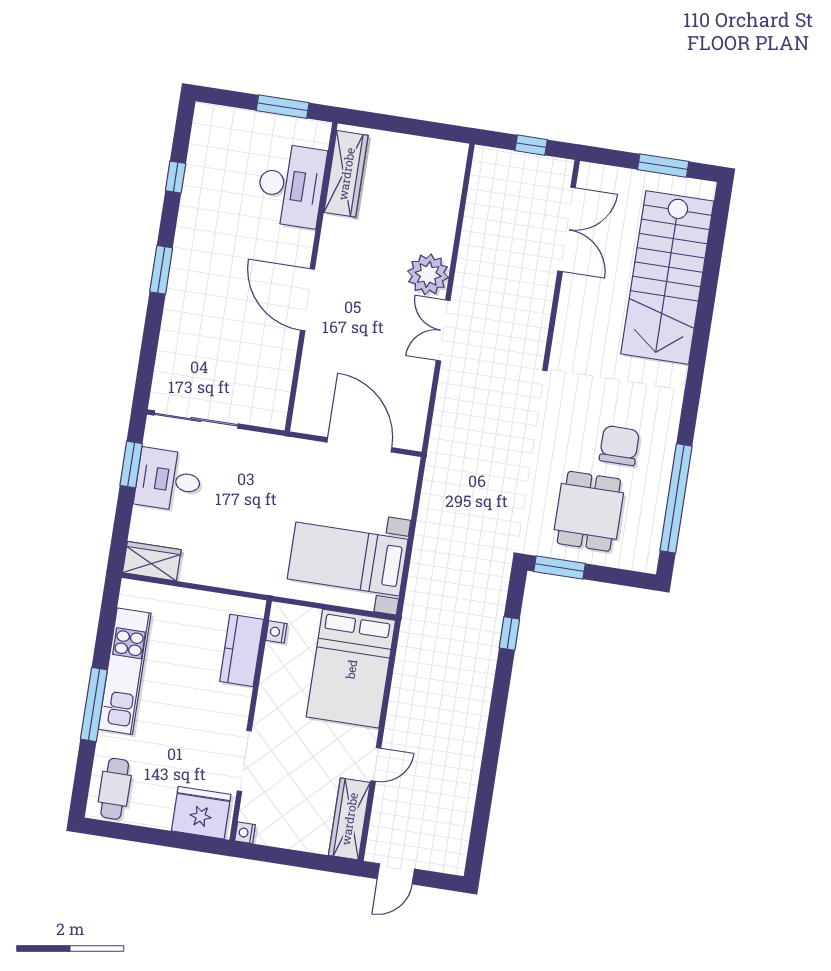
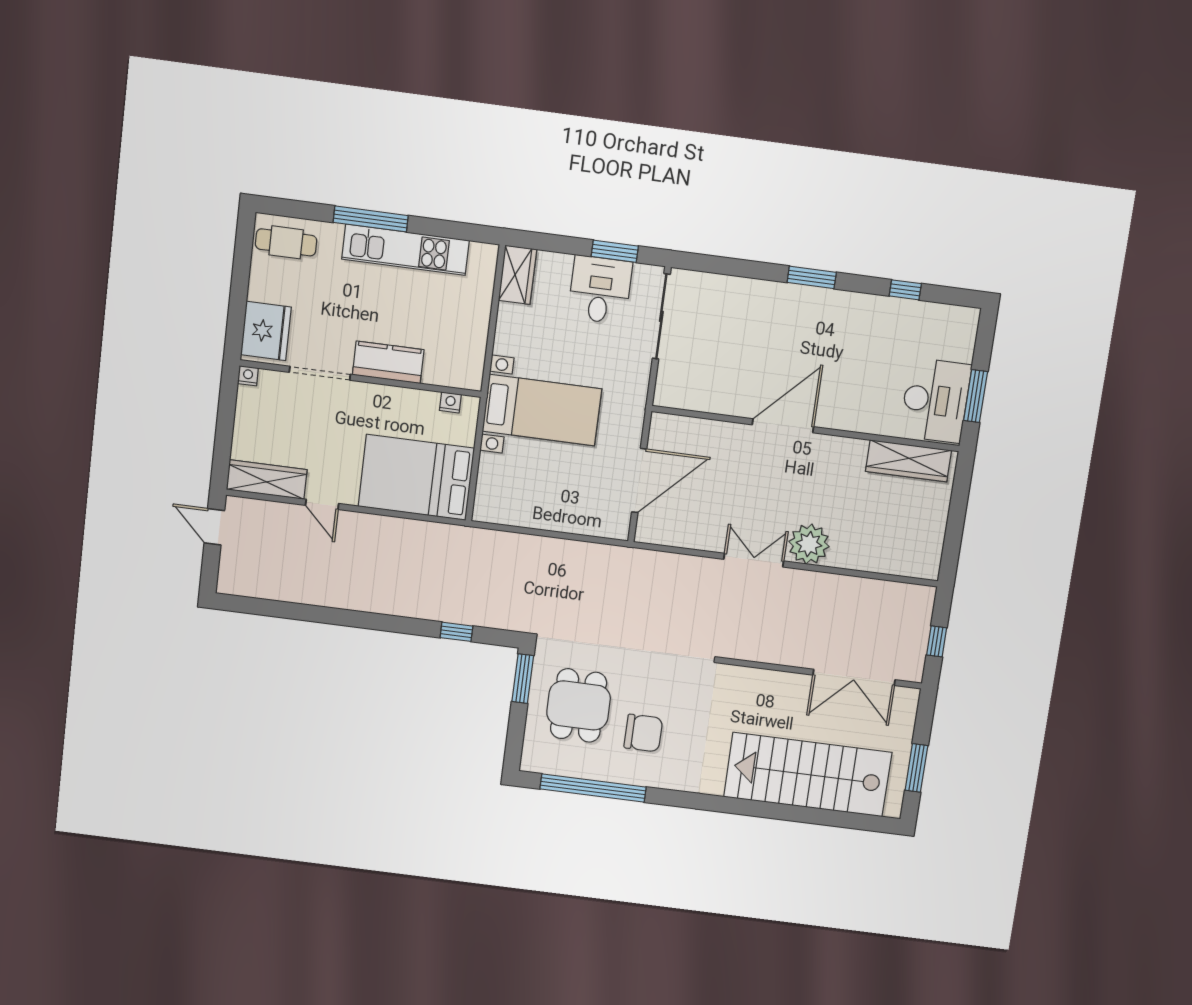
desk: (291, 185) -> (935, 400), moved, turned -90
dining table: (589, 511) -> (579, 705), turned 90
bed with nightstands: (348, 559) -> (542, 410), moved, turned 90
kitchen counter: (242, 650) -> (388, 362), moved

